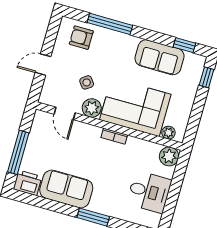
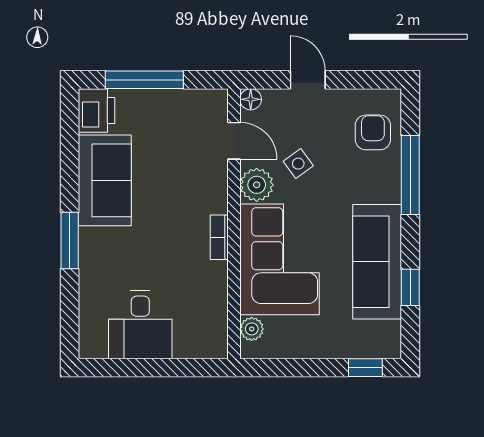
window: (184, 45) -> (410, 287), moved
sofa: (160, 57) -> (377, 262), width x1.36
floor lamp: (45, 98) -> (251, 99), added
door: (65, 113) -> (234, 141), swing flipped
plant: (169, 156) -> (211, 342), removed

